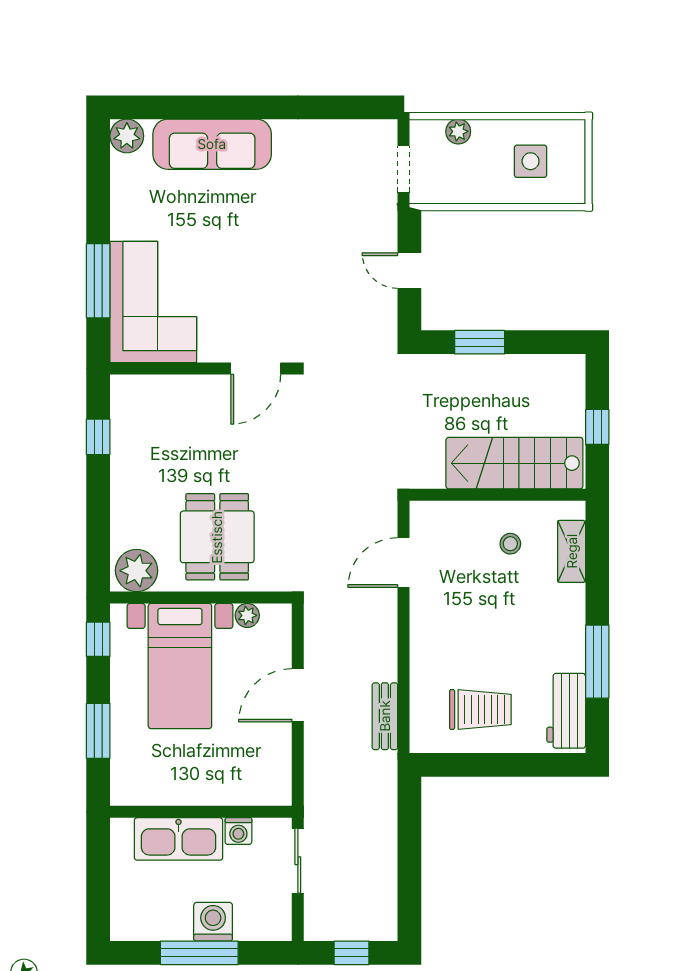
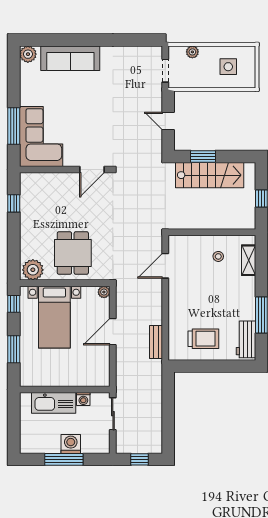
stairs: (514, 463) -> (210, 175), moved, turned 180
plant: (247, 615) -> (104, 292), moved

